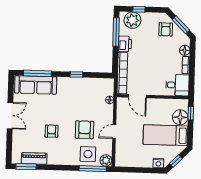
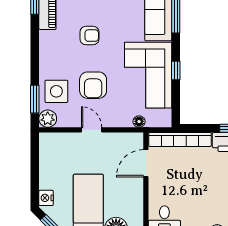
corner sofa: (79, 93) -> (148, 75), added
armchair: (85, 130) -> (93, 85), turned 90
window: (93, 169) -> (35, 99), width x0.69

